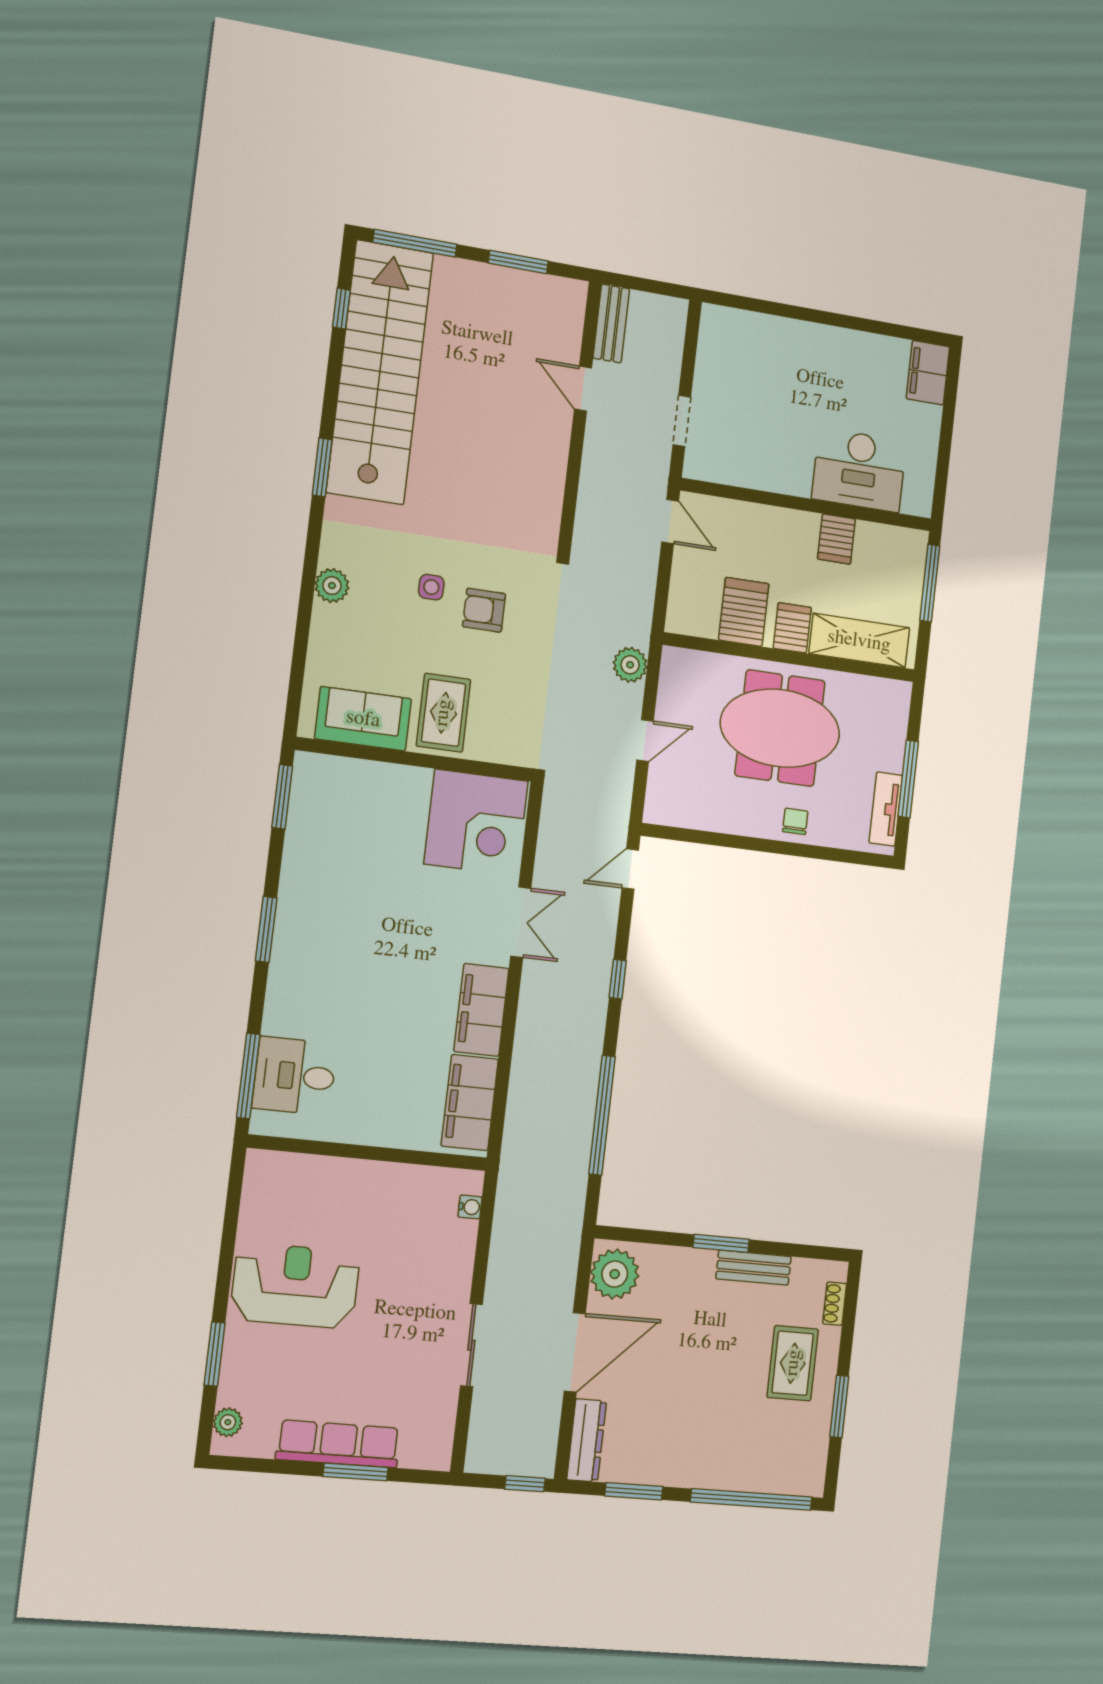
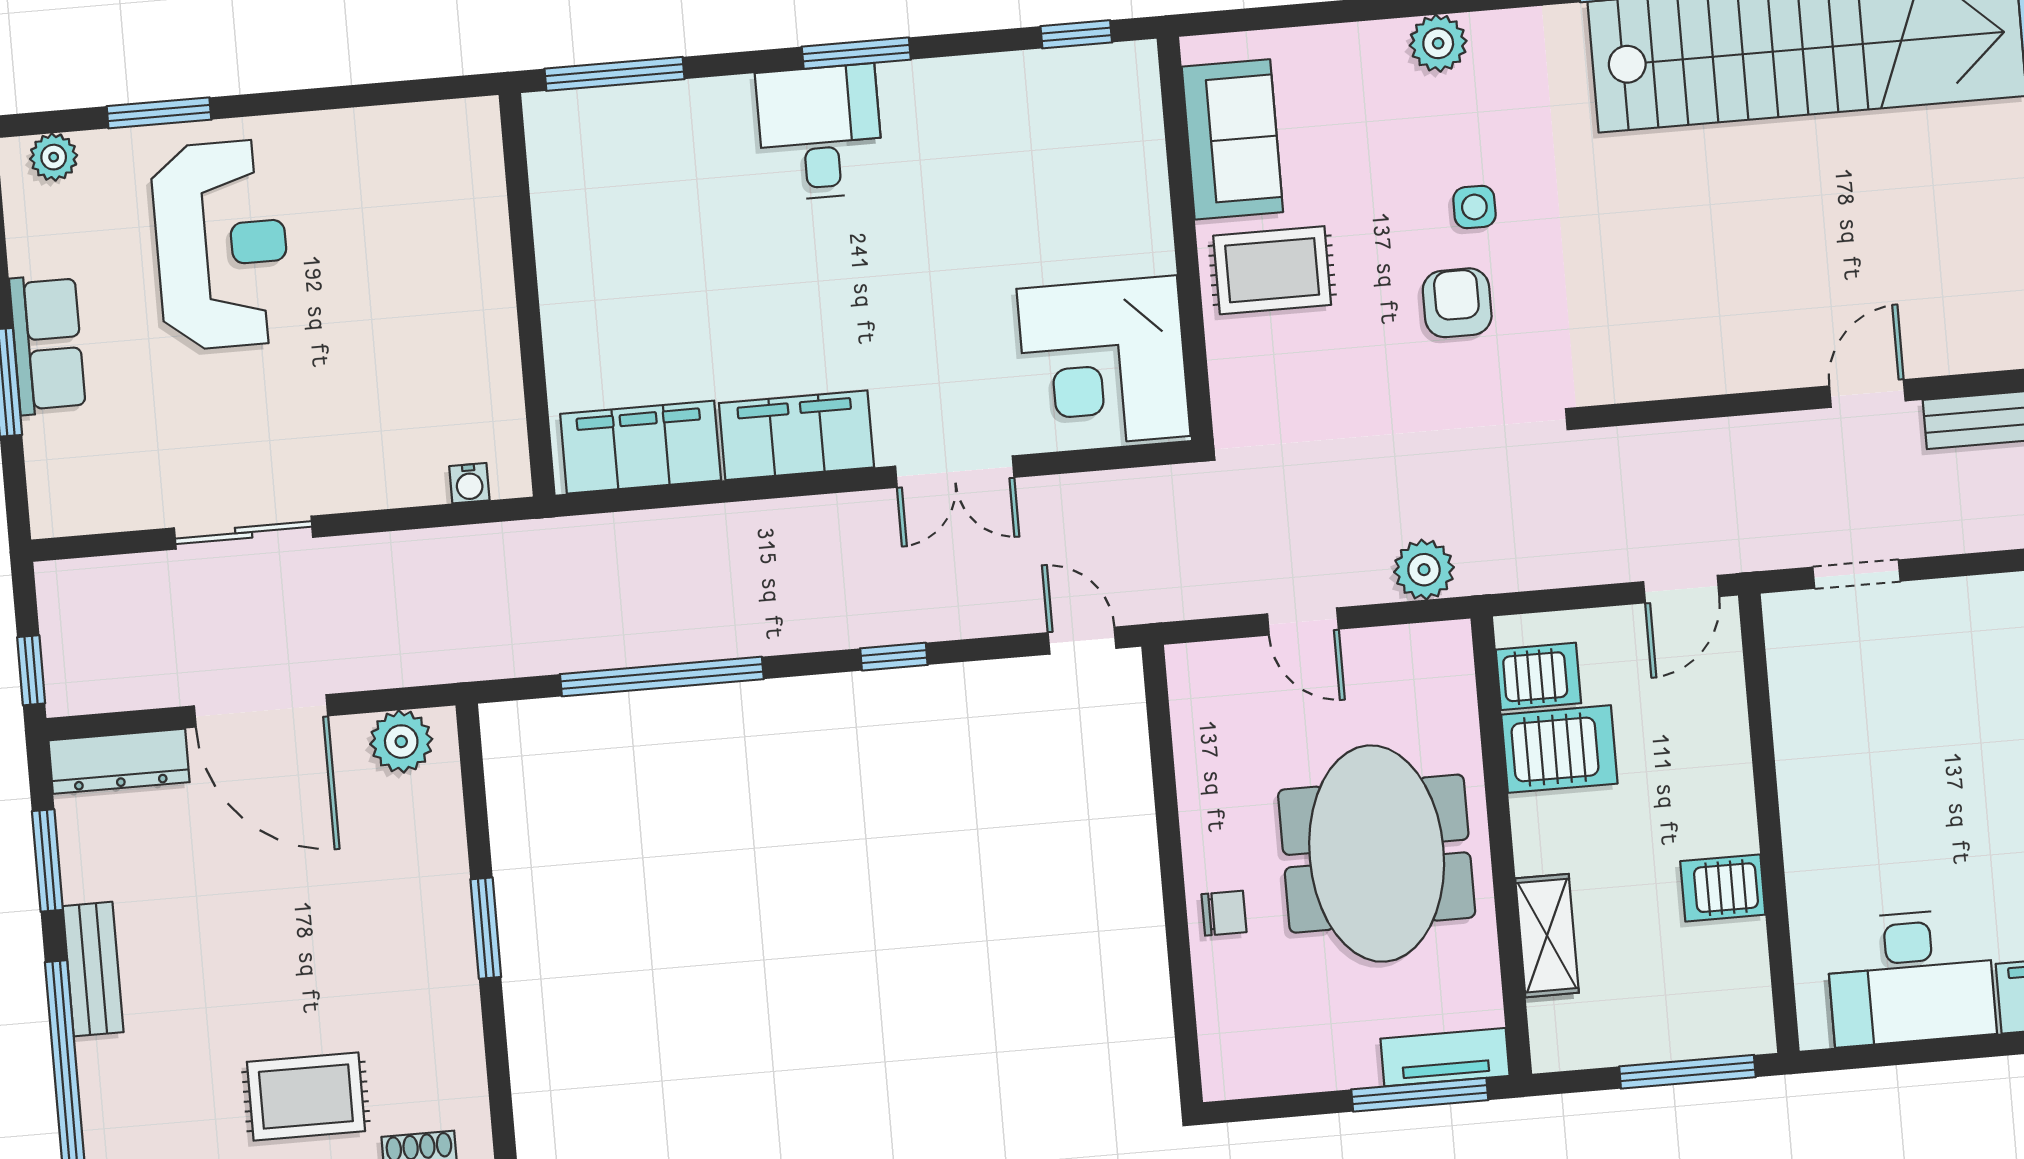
desk: (859, 470) -> (1911, 977), moved, turned -90
server rack: (792, 628) -> (1538, 676), moved
shelving: (859, 641) -> (1547, 936), width x0.67, depth x0.75
window: (908, 779) -> (1420, 1095), moved
window: (282, 797) -> (1076, 34), width x0.67
tv unit: (886, 809) -> (1445, 1057), moved
desk: (295, 1076) -> (820, 132), moved
bench: (754, 1268) -> (93, 969), moved
plant: (615, 1274) -> (401, 742), width x0.73, depth x0.73
reception desk: (295, 1286) -> (221, 245), moved
row of seats: (338, 1444) -> (47, 344), width x0.68

